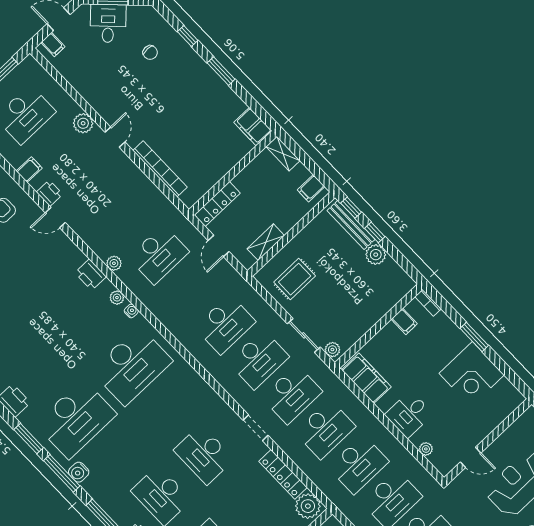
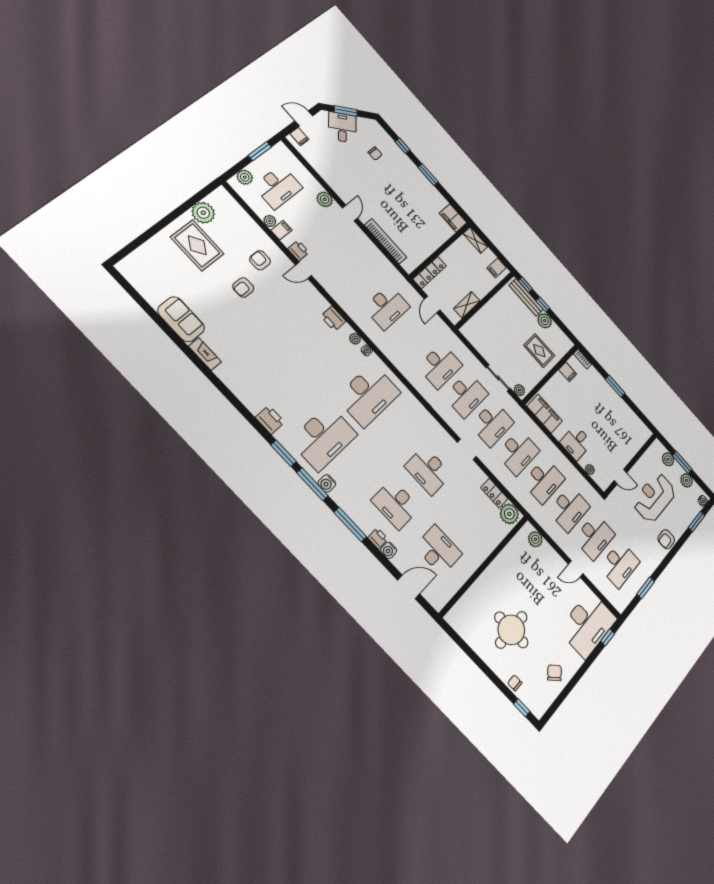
plant: (114, 263) -> (270, 221), moved
rug: (295, 279) -> (539, 351), moved, turned 90
corner desk: (472, 374) -> (616, 414), removed
locker: (283, 474) -> (494, 493), width x0.66

